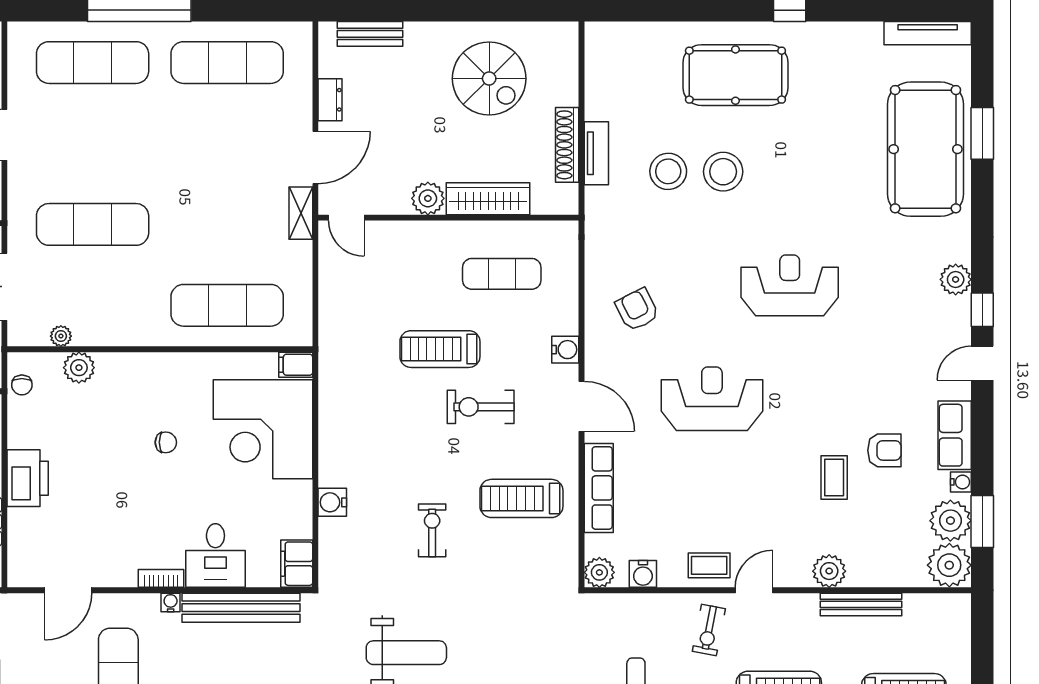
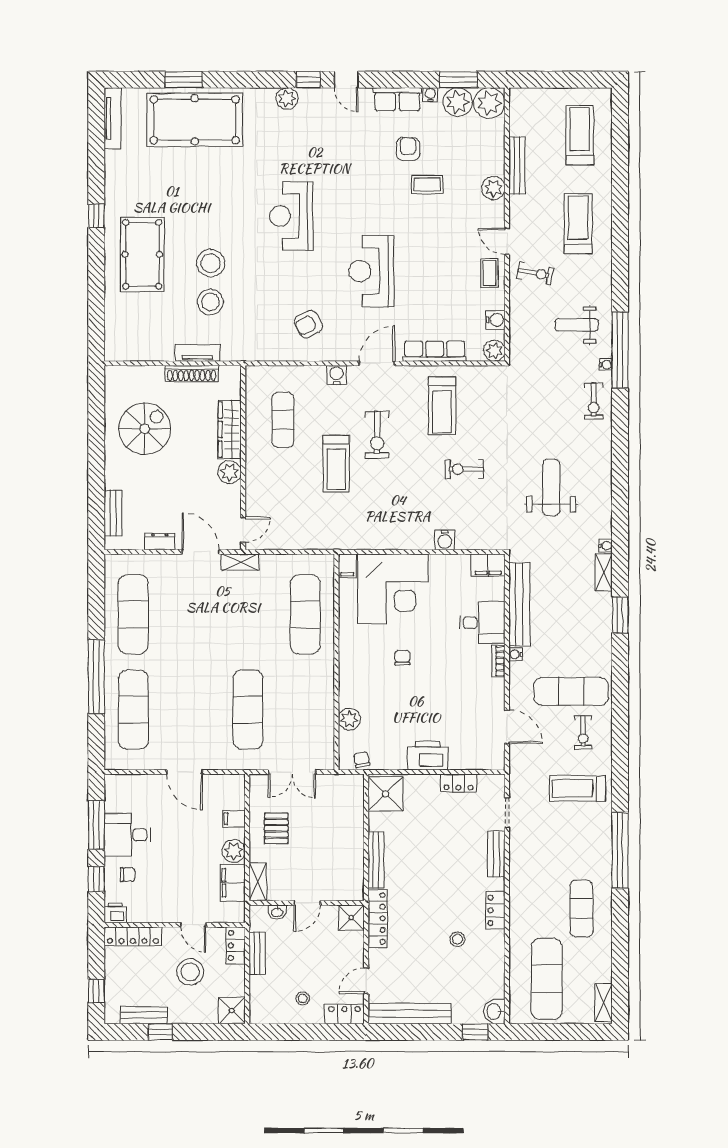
plant: (61, 336) -> (327, 732), removed
chair: (22, 385) -> (362, 760), turned -102

